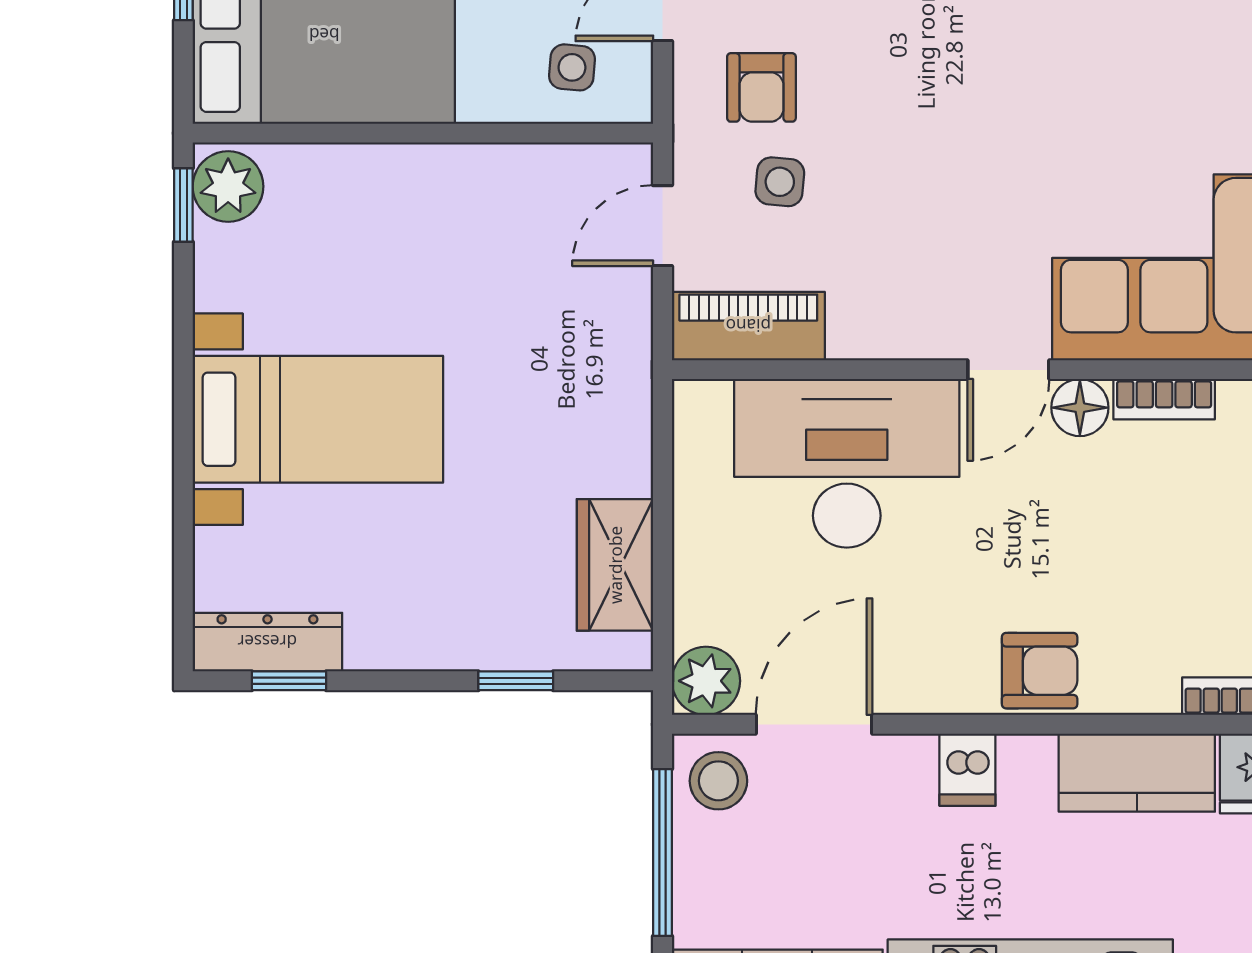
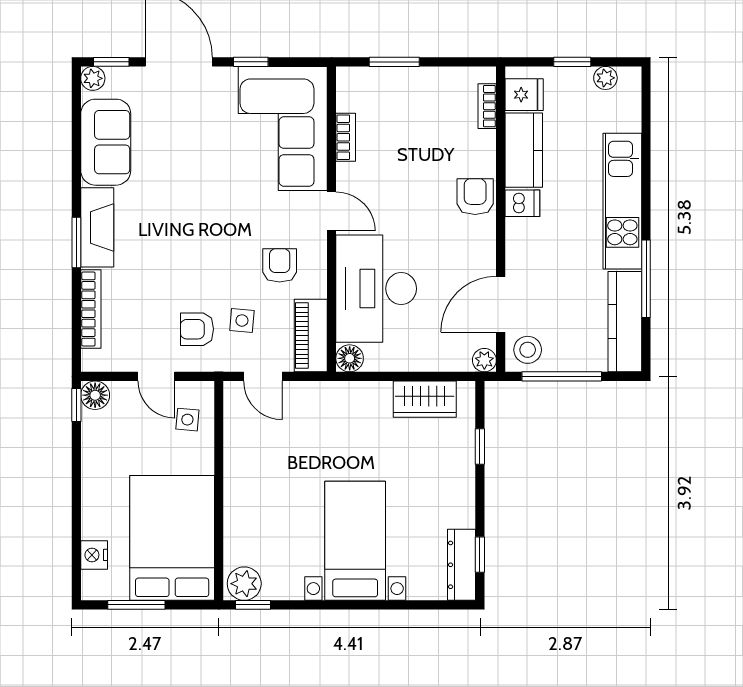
armchair: (761, 87) -> (197, 329), turned 180
armchair: (895, 261) -> (280, 265), added
floor lamp: (1080, 408) -> (350, 358), moved
plant: (706, 681) -> (484, 360), width x0.73, depth x0.73
door: (814, 724) -> (501, 304), hinge flipped
dishwasher: (967, 770) -> (522, 203), moved

